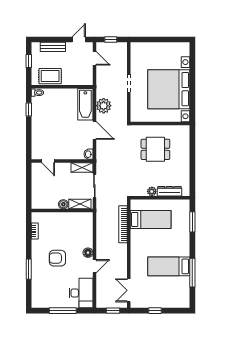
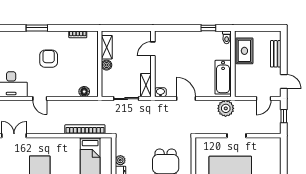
window: (29, 61) -> (261, 28), removed
bathtub: (85, 104) -> (223, 77), moved, turned -90
plant: (104, 106) -> (226, 108), moved
door: (94, 130) -> (186, 99), swing flipped
shelving: (80, 204) -> (107, 47), moved
floor lamp: (88, 253) -> (84, 92), moved

